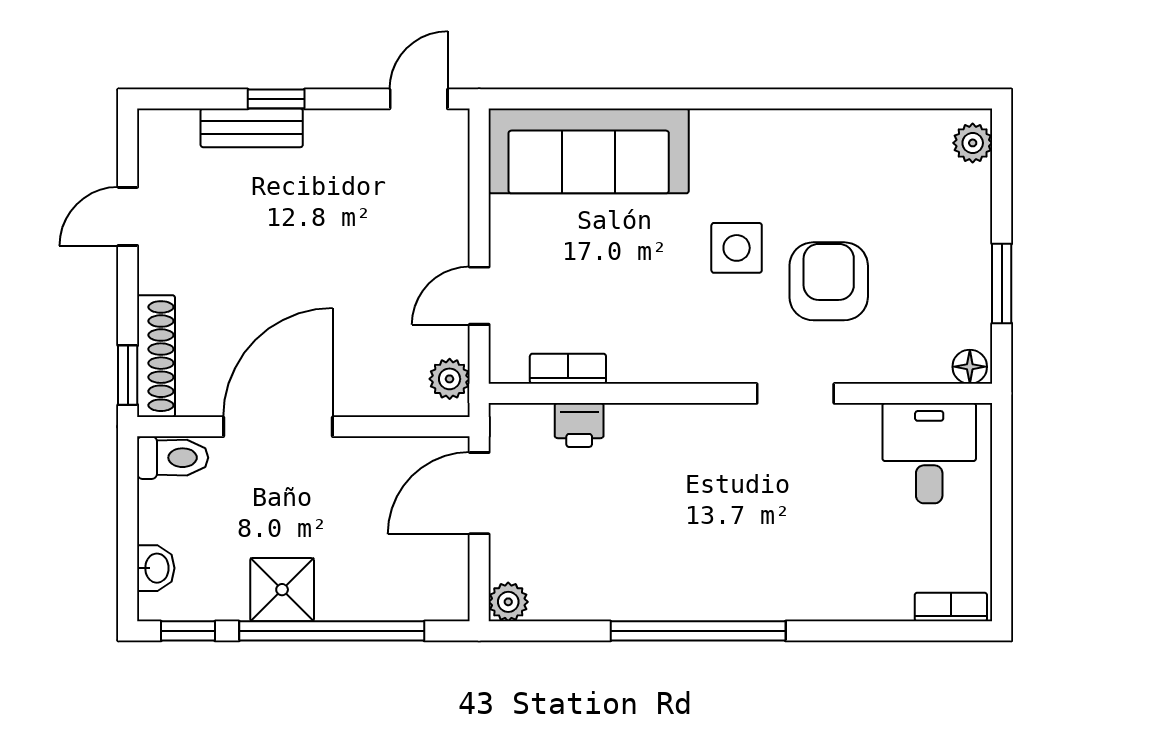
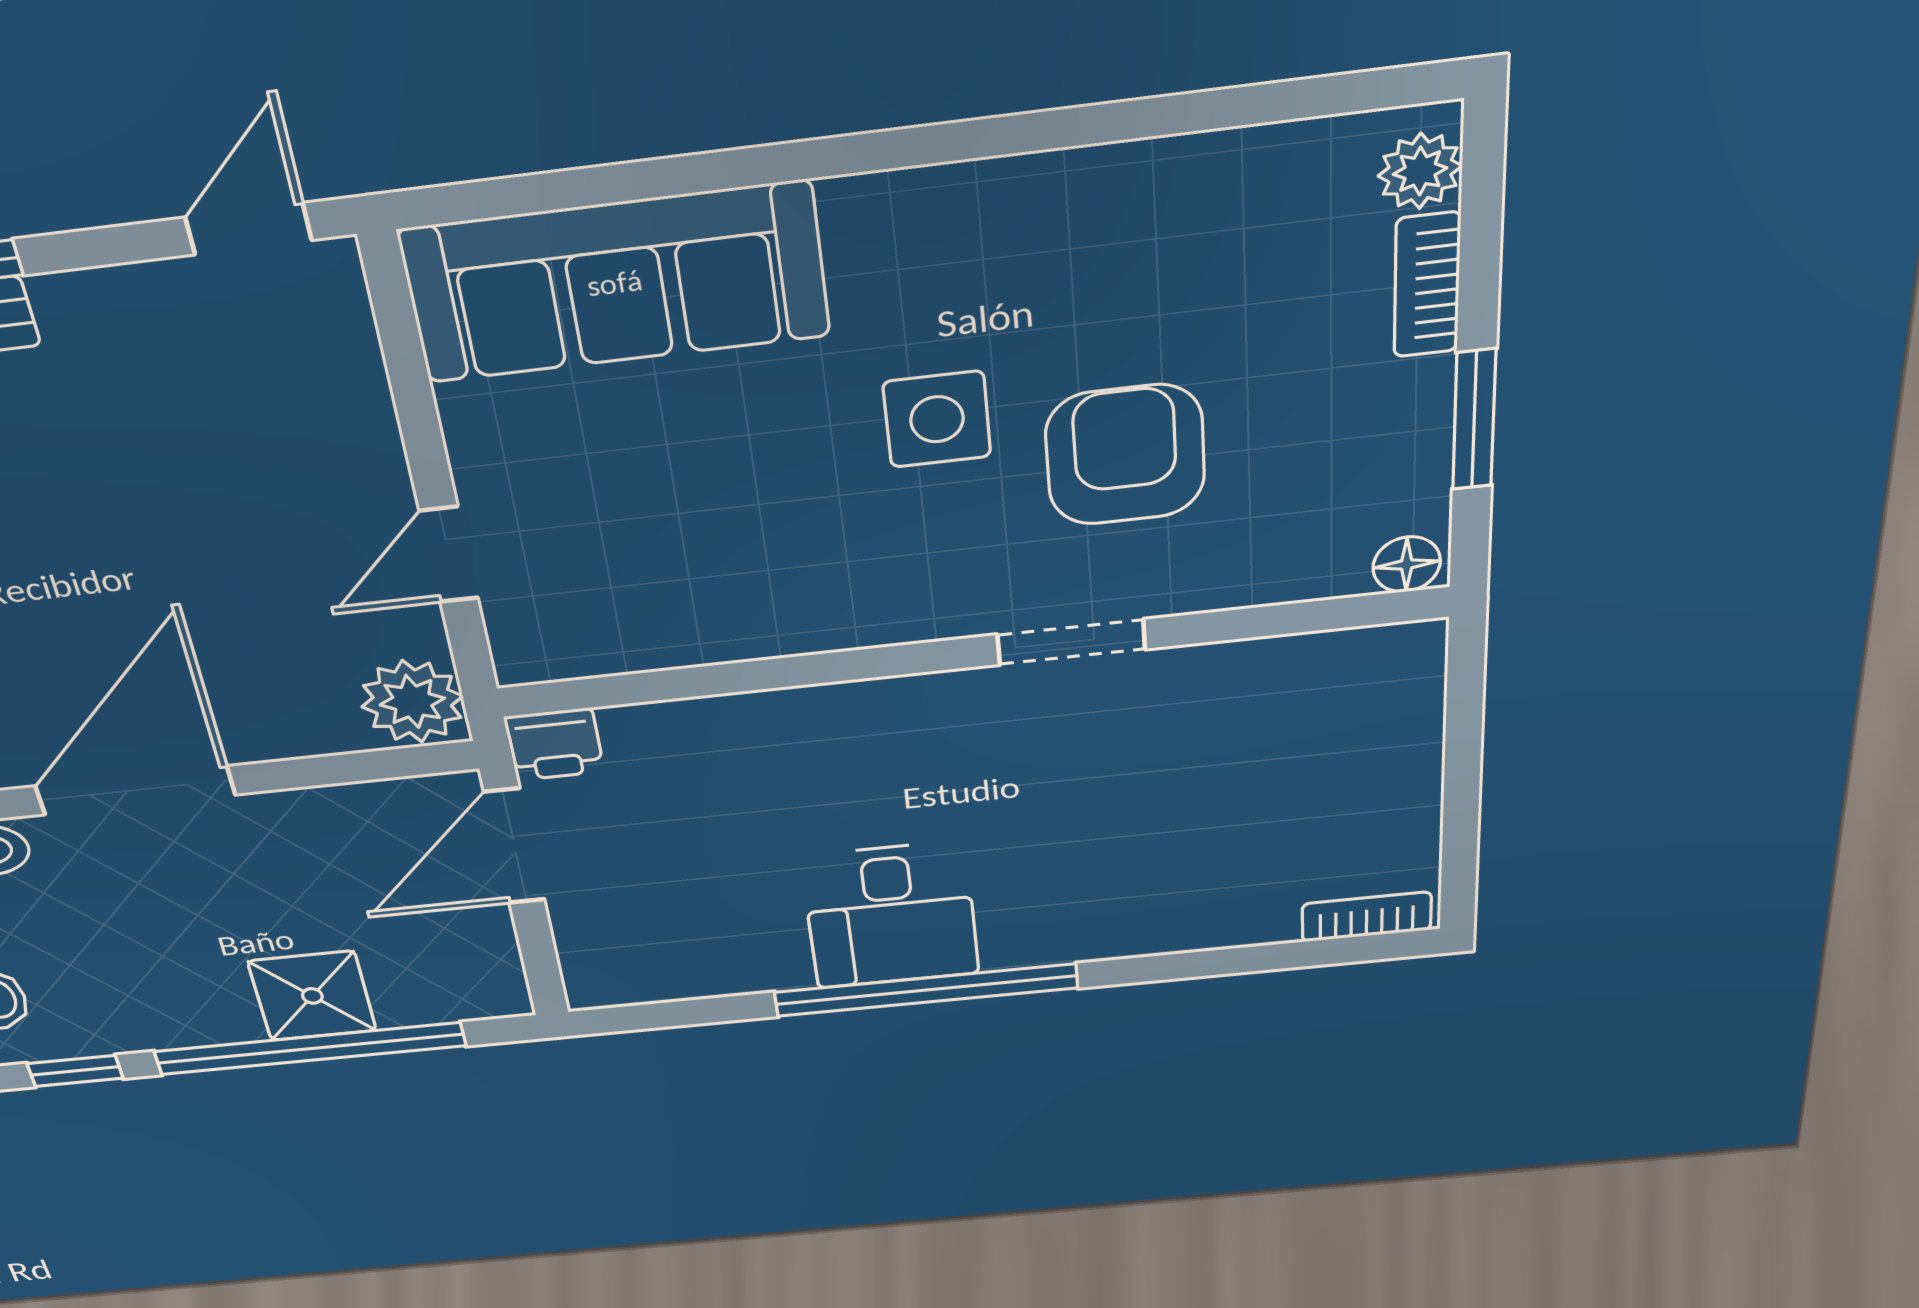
bookcase: (568, 369) -> (1427, 285), moved, turned -90
plant: (450, 379) -> (412, 701), width x1.38, depth x1.38
printer: (579, 425) -> (554, 744), moved
desk: (929, 453) -> (891, 915), moved, turned 180
shower: (282, 590) -> (312, 996), moved
plant: (508, 602) -> (596, 984), removed

